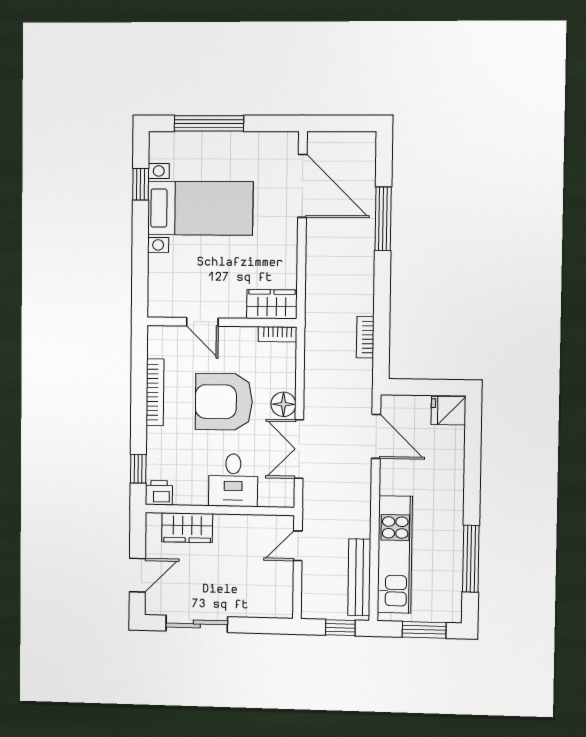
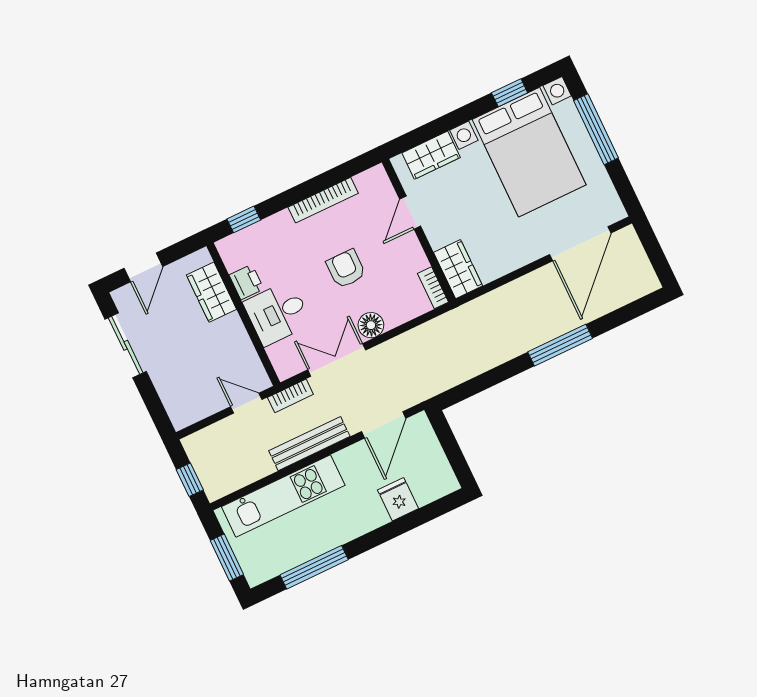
bed with nightstands: (200, 208) -> (529, 152), width x1.36
window: (383, 219) -> (560, 345), moved
wardrobe: (162, 279) -> (431, 155), added
bookcase: (365, 337) -> (290, 396), moved, turned 180
armchair: (224, 402) -> (346, 269), width x0.53, depth x0.53
fridge: (448, 411) -> (398, 499), moved
printer: (159, 493) -> (246, 282), moved
door: (137, 575) -> (143, 267), hinge flipped
bench: (359, 577) -> (309, 444), moved

